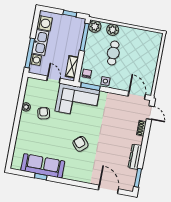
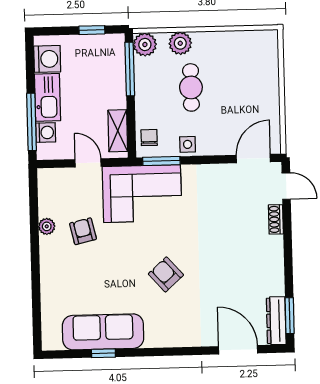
door: (137, 95) -> (253, 159), hinge flipped
dresser: (135, 157) -> (276, 321), moved

